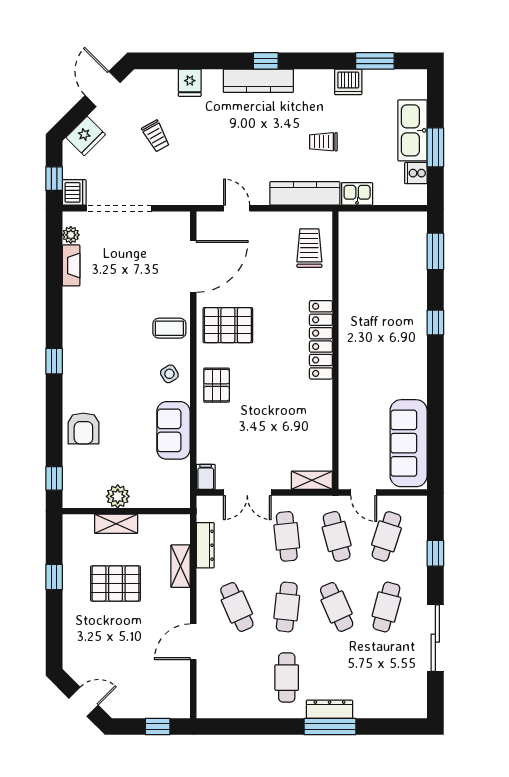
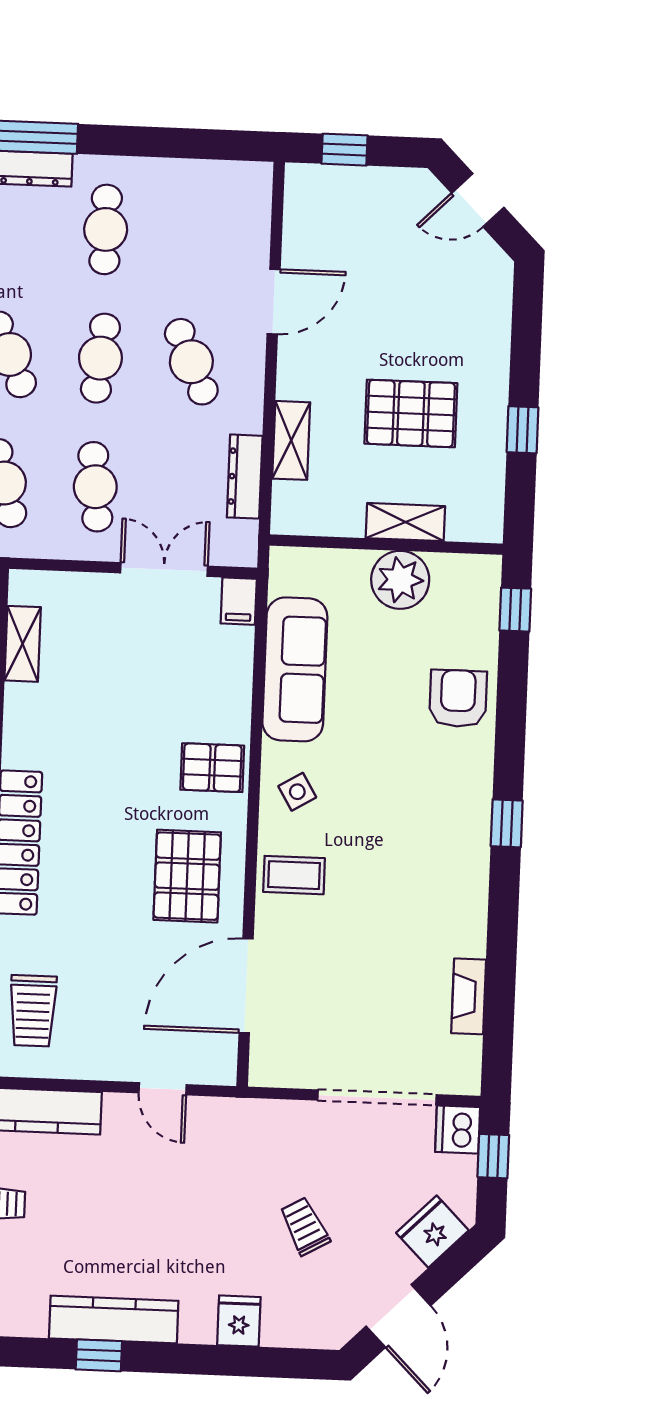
plant: (71, 235) -> (467, 1052), removed
pallet: (228, 325) -> (187, 876), turned 90
pallet: (217, 385) -> (212, 768), turned 90
sofa: (173, 430) -> (295, 669), width x1.36
shelving: (312, 480) -> (23, 644), moved, turned 90
plant: (118, 496) -> (400, 580), width x1.36, depth x1.36

